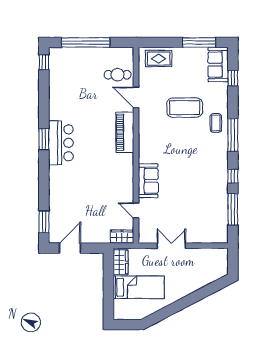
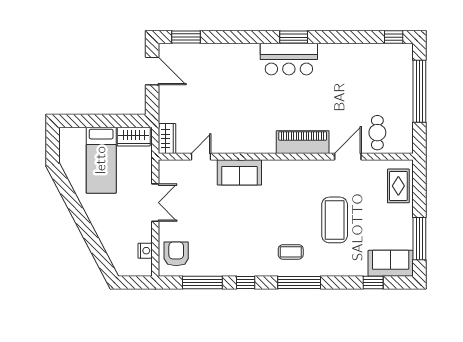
coffee table: (216, 123) -> (291, 252), moved
armchair: (211, 230) -> (176, 254), added
nightstand: (208, 253) -> (145, 251), added

